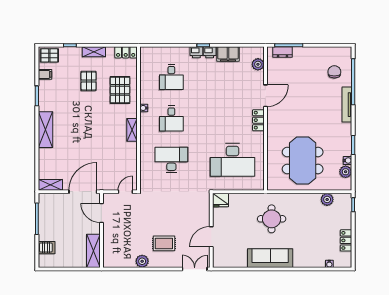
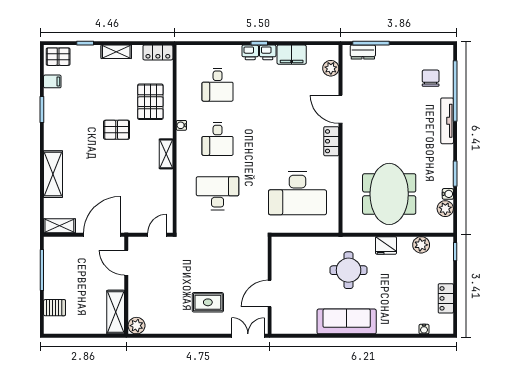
pallet: (89, 81) -> (117, 130), moved, turned 90
door: (265, 96) -> (340, 109), swing flipped
shelving: (45, 130) -> (53, 174), moved
fridge: (220, 200) -> (386, 245), moved
plant: (142, 261) -> (137, 326), moved

